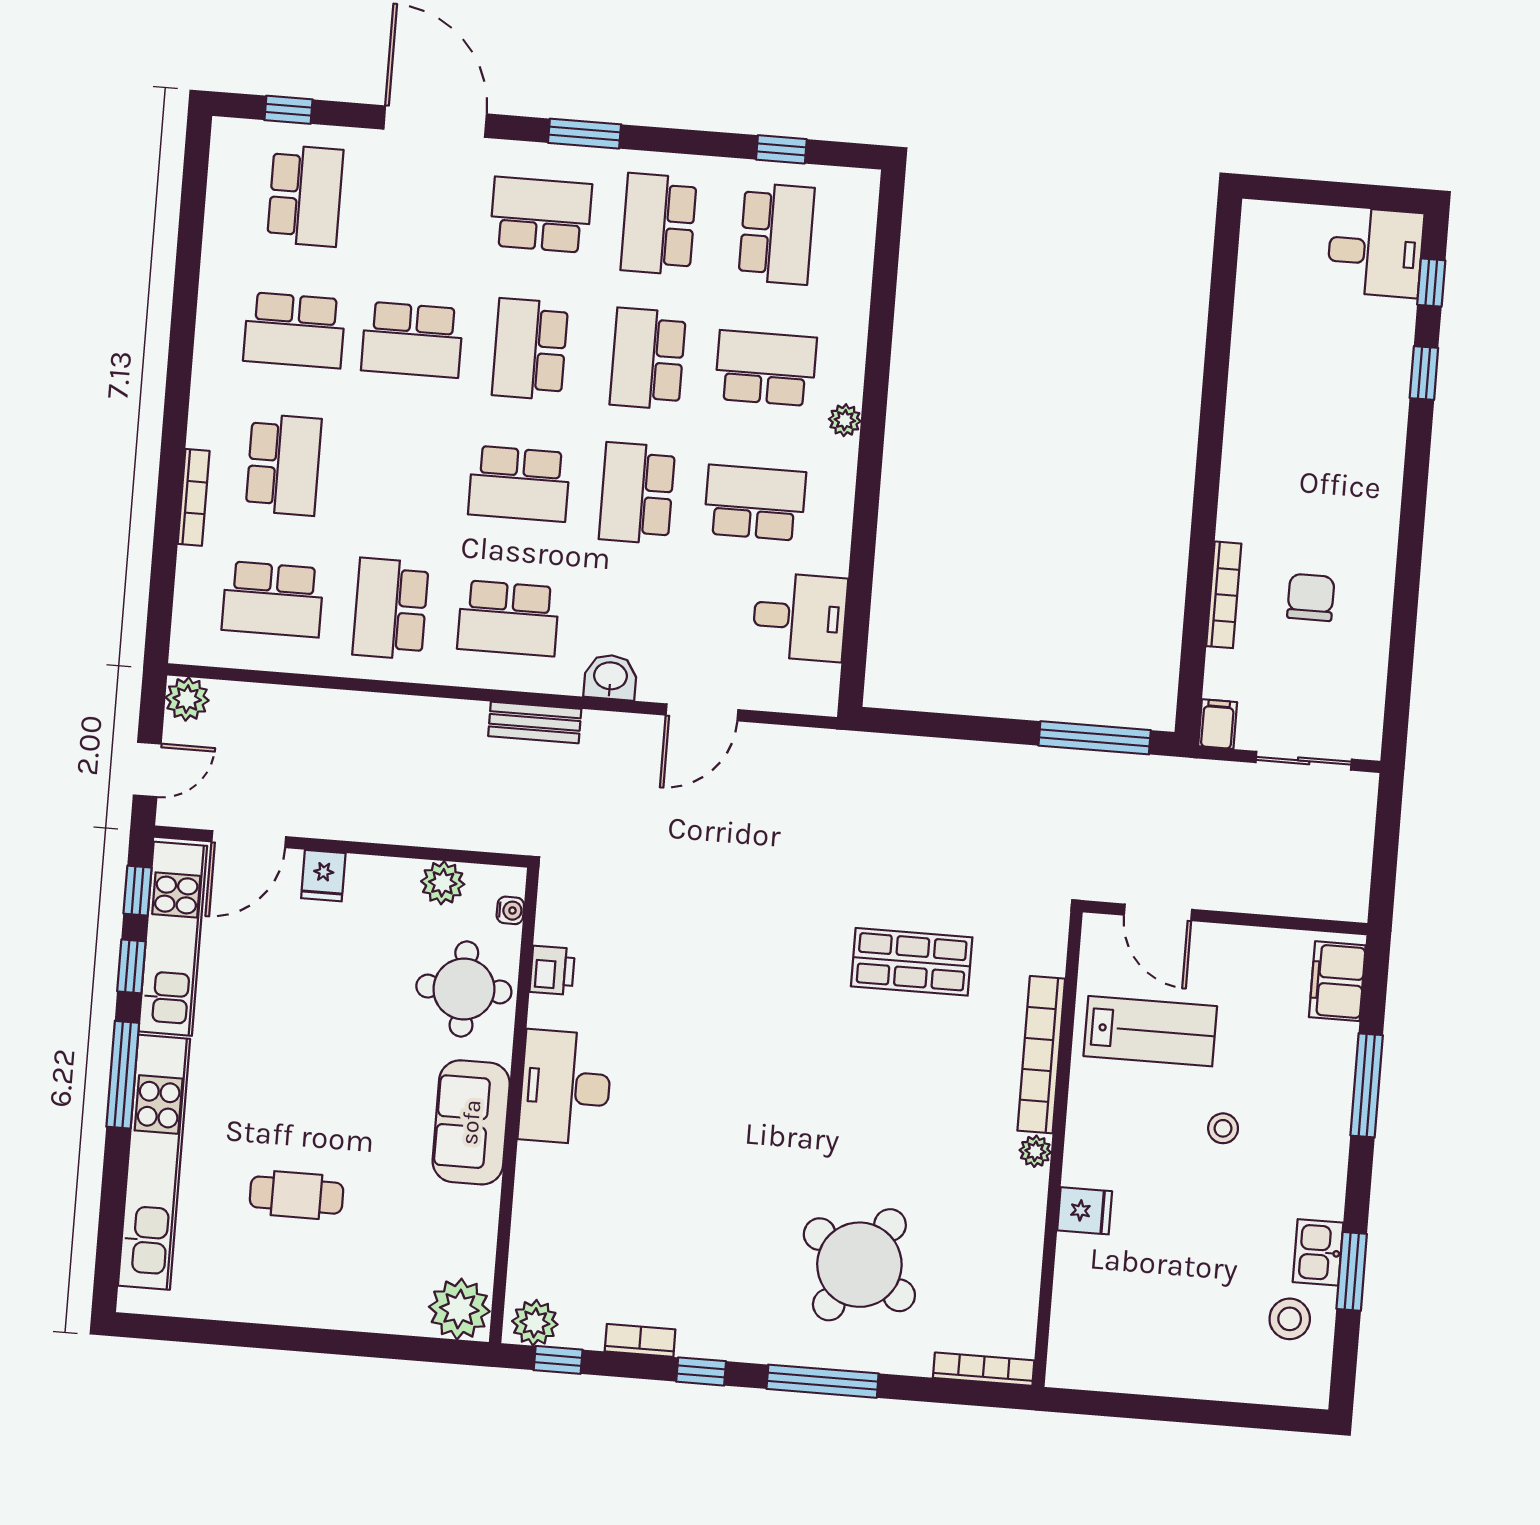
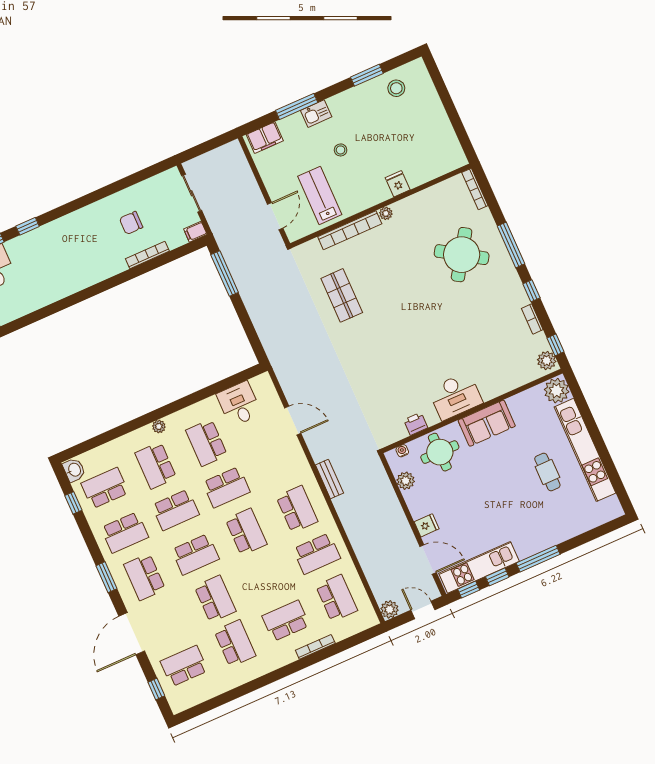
washbasin: (610, 677) -> (74, 470), moved, turned 180
kitchen unit: (154, 1162) -> (585, 450), moved, turned -90
kitchen sink: (1318, 1252) -> (316, 114), moved

